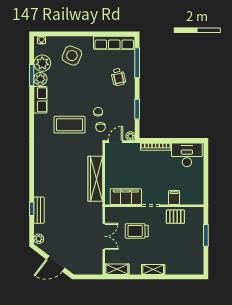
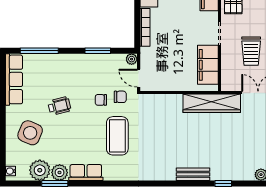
wheelchair: (118, 77) -> (59, 106), moved
wardrobe: (95, 179) -> (212, 103), moved
bench: (39, 210) -> (193, 174), moved

